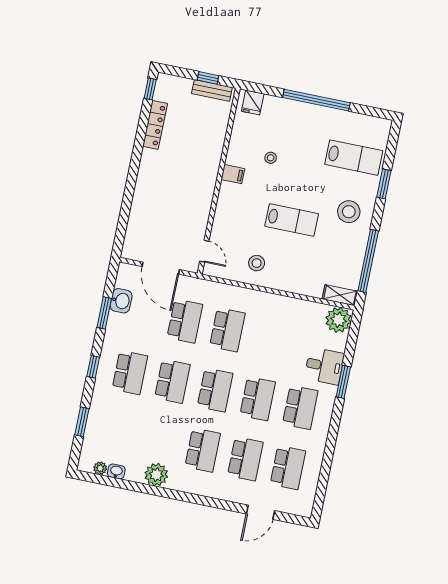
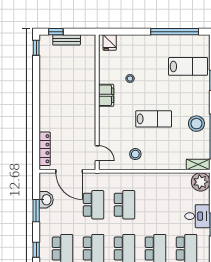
window: (208, 78) -> (56, 32), moved
bench: (212, 90) -> (67, 40), moved
window: (316, 100) -> (175, 32), moved
locker: (155, 125) -> (45, 149), moved
filing cabinet: (233, 174) -> (106, 95), width x2.00
stool: (349, 212) -> (196, 124), moved

